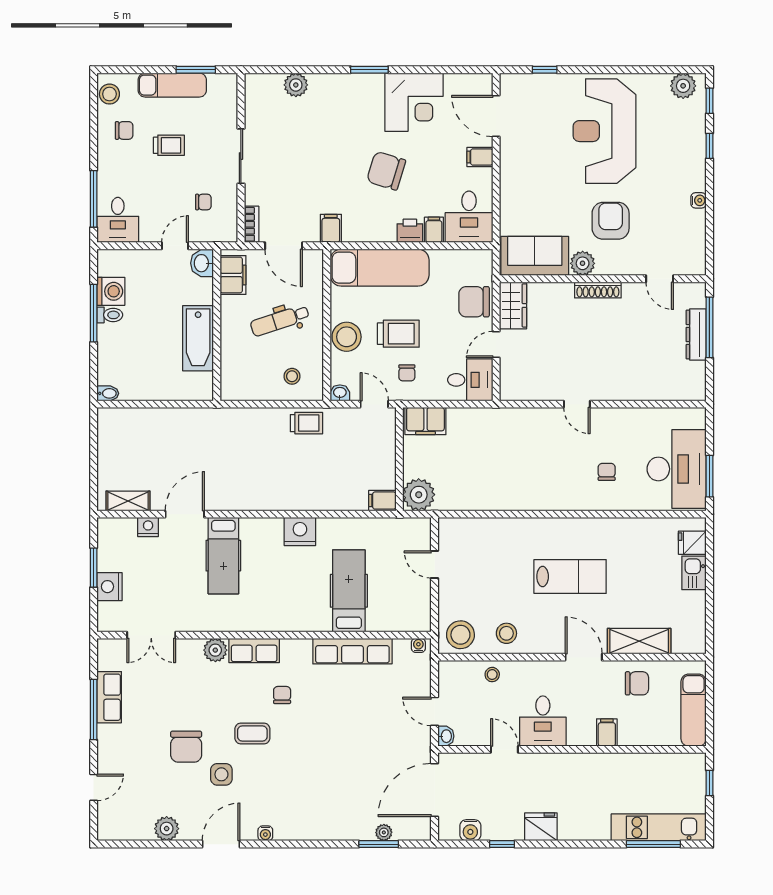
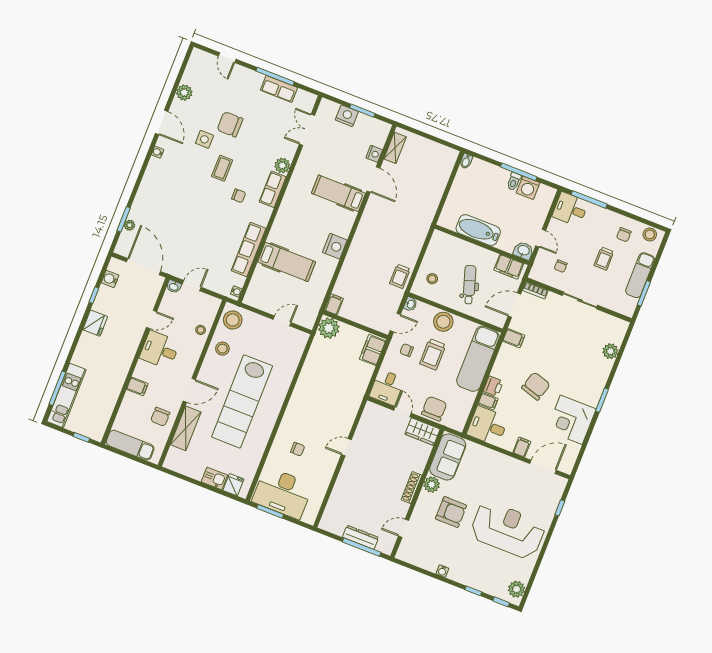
lab bench: (570, 577) -> (242, 401), width x1.86, depth x1.39

